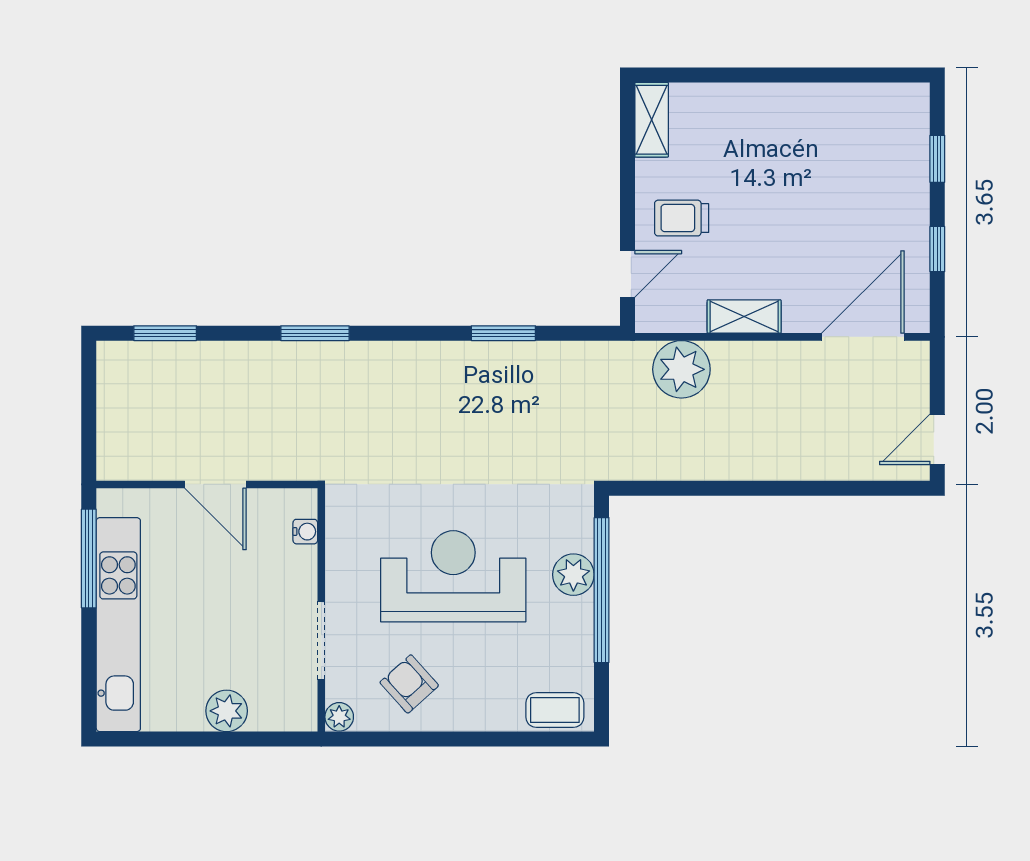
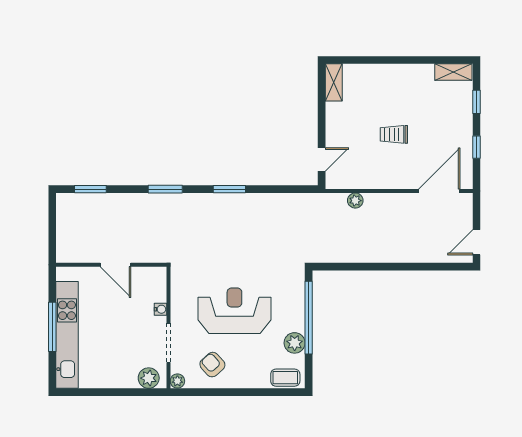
trolley: (682, 218) -> (394, 134), moved
shelving: (744, 317) -> (453, 72), moved
window: (503, 333) -> (229, 189), moved
plant: (681, 369) -> (355, 201), width x0.53, depth x0.53
water cooler: (305, 532) -> (160, 309), moved
window: (89, 559) -> (52, 327), moved
plant: (573, 575) -> (295, 343), moved
plant: (227, 711) -> (149, 378), moved

